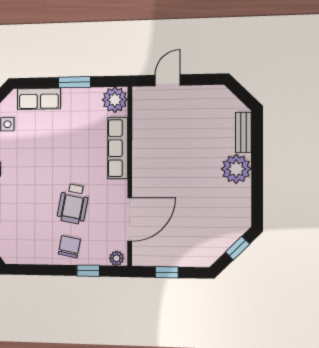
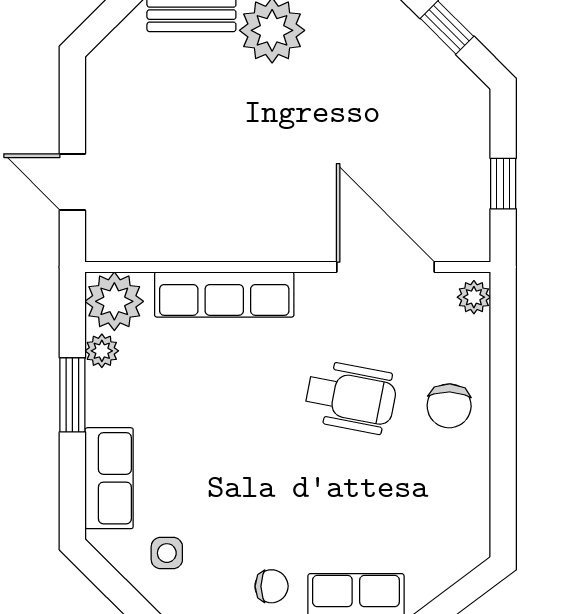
plant: (93, 95) -> (102, 351), added
chair: (69, 247) -> (449, 406), turned -99
window: (88, 271) -> (503, 362), removed

